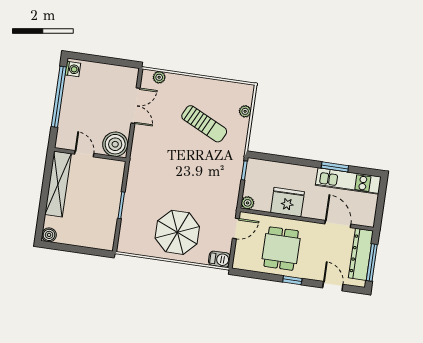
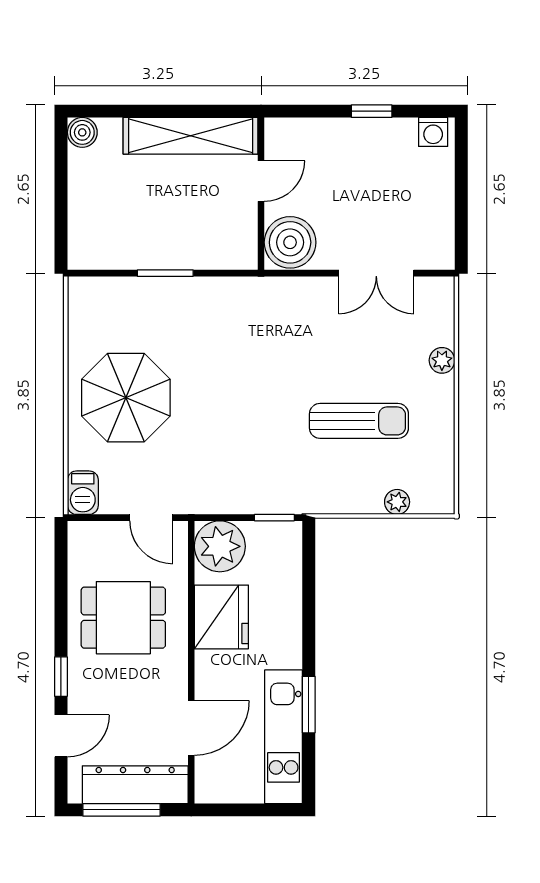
plant: (159, 77) -> (442, 360), moved
window: (59, 97) -> (372, 111), width x0.32
sun lounger: (204, 124) -> (359, 421), turned -116
plant: (248, 203) -> (220, 546), width x1.87, depth x1.87
window: (292, 280) -> (61, 677), moved

